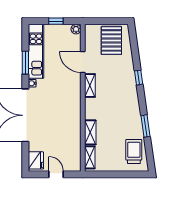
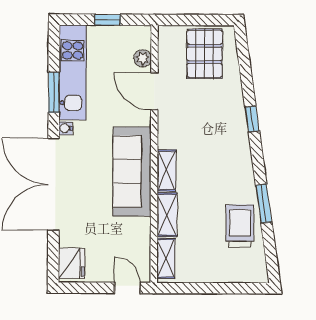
plant: (76, 29) -> (143, 58), moved
shelving: (90, 86) -> (167, 170), moved
sofa: (70, 108) -> (132, 172), added
trolley: (134, 151) -> (240, 226), moved
door: (56, 174) -> (127, 288), moved

